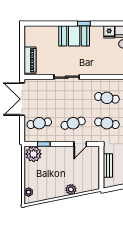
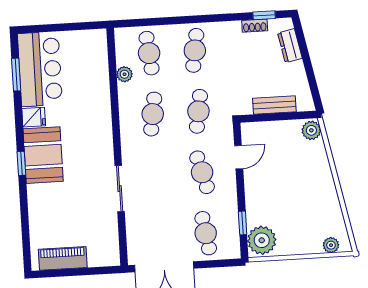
booth: (74, 36) -> (43, 155), moved
piano: (30, 60) -> (63, 258), moved
door: (80, 144) -> (239, 157), hinge flipped
plant: (71, 189) -> (311, 130), moved

